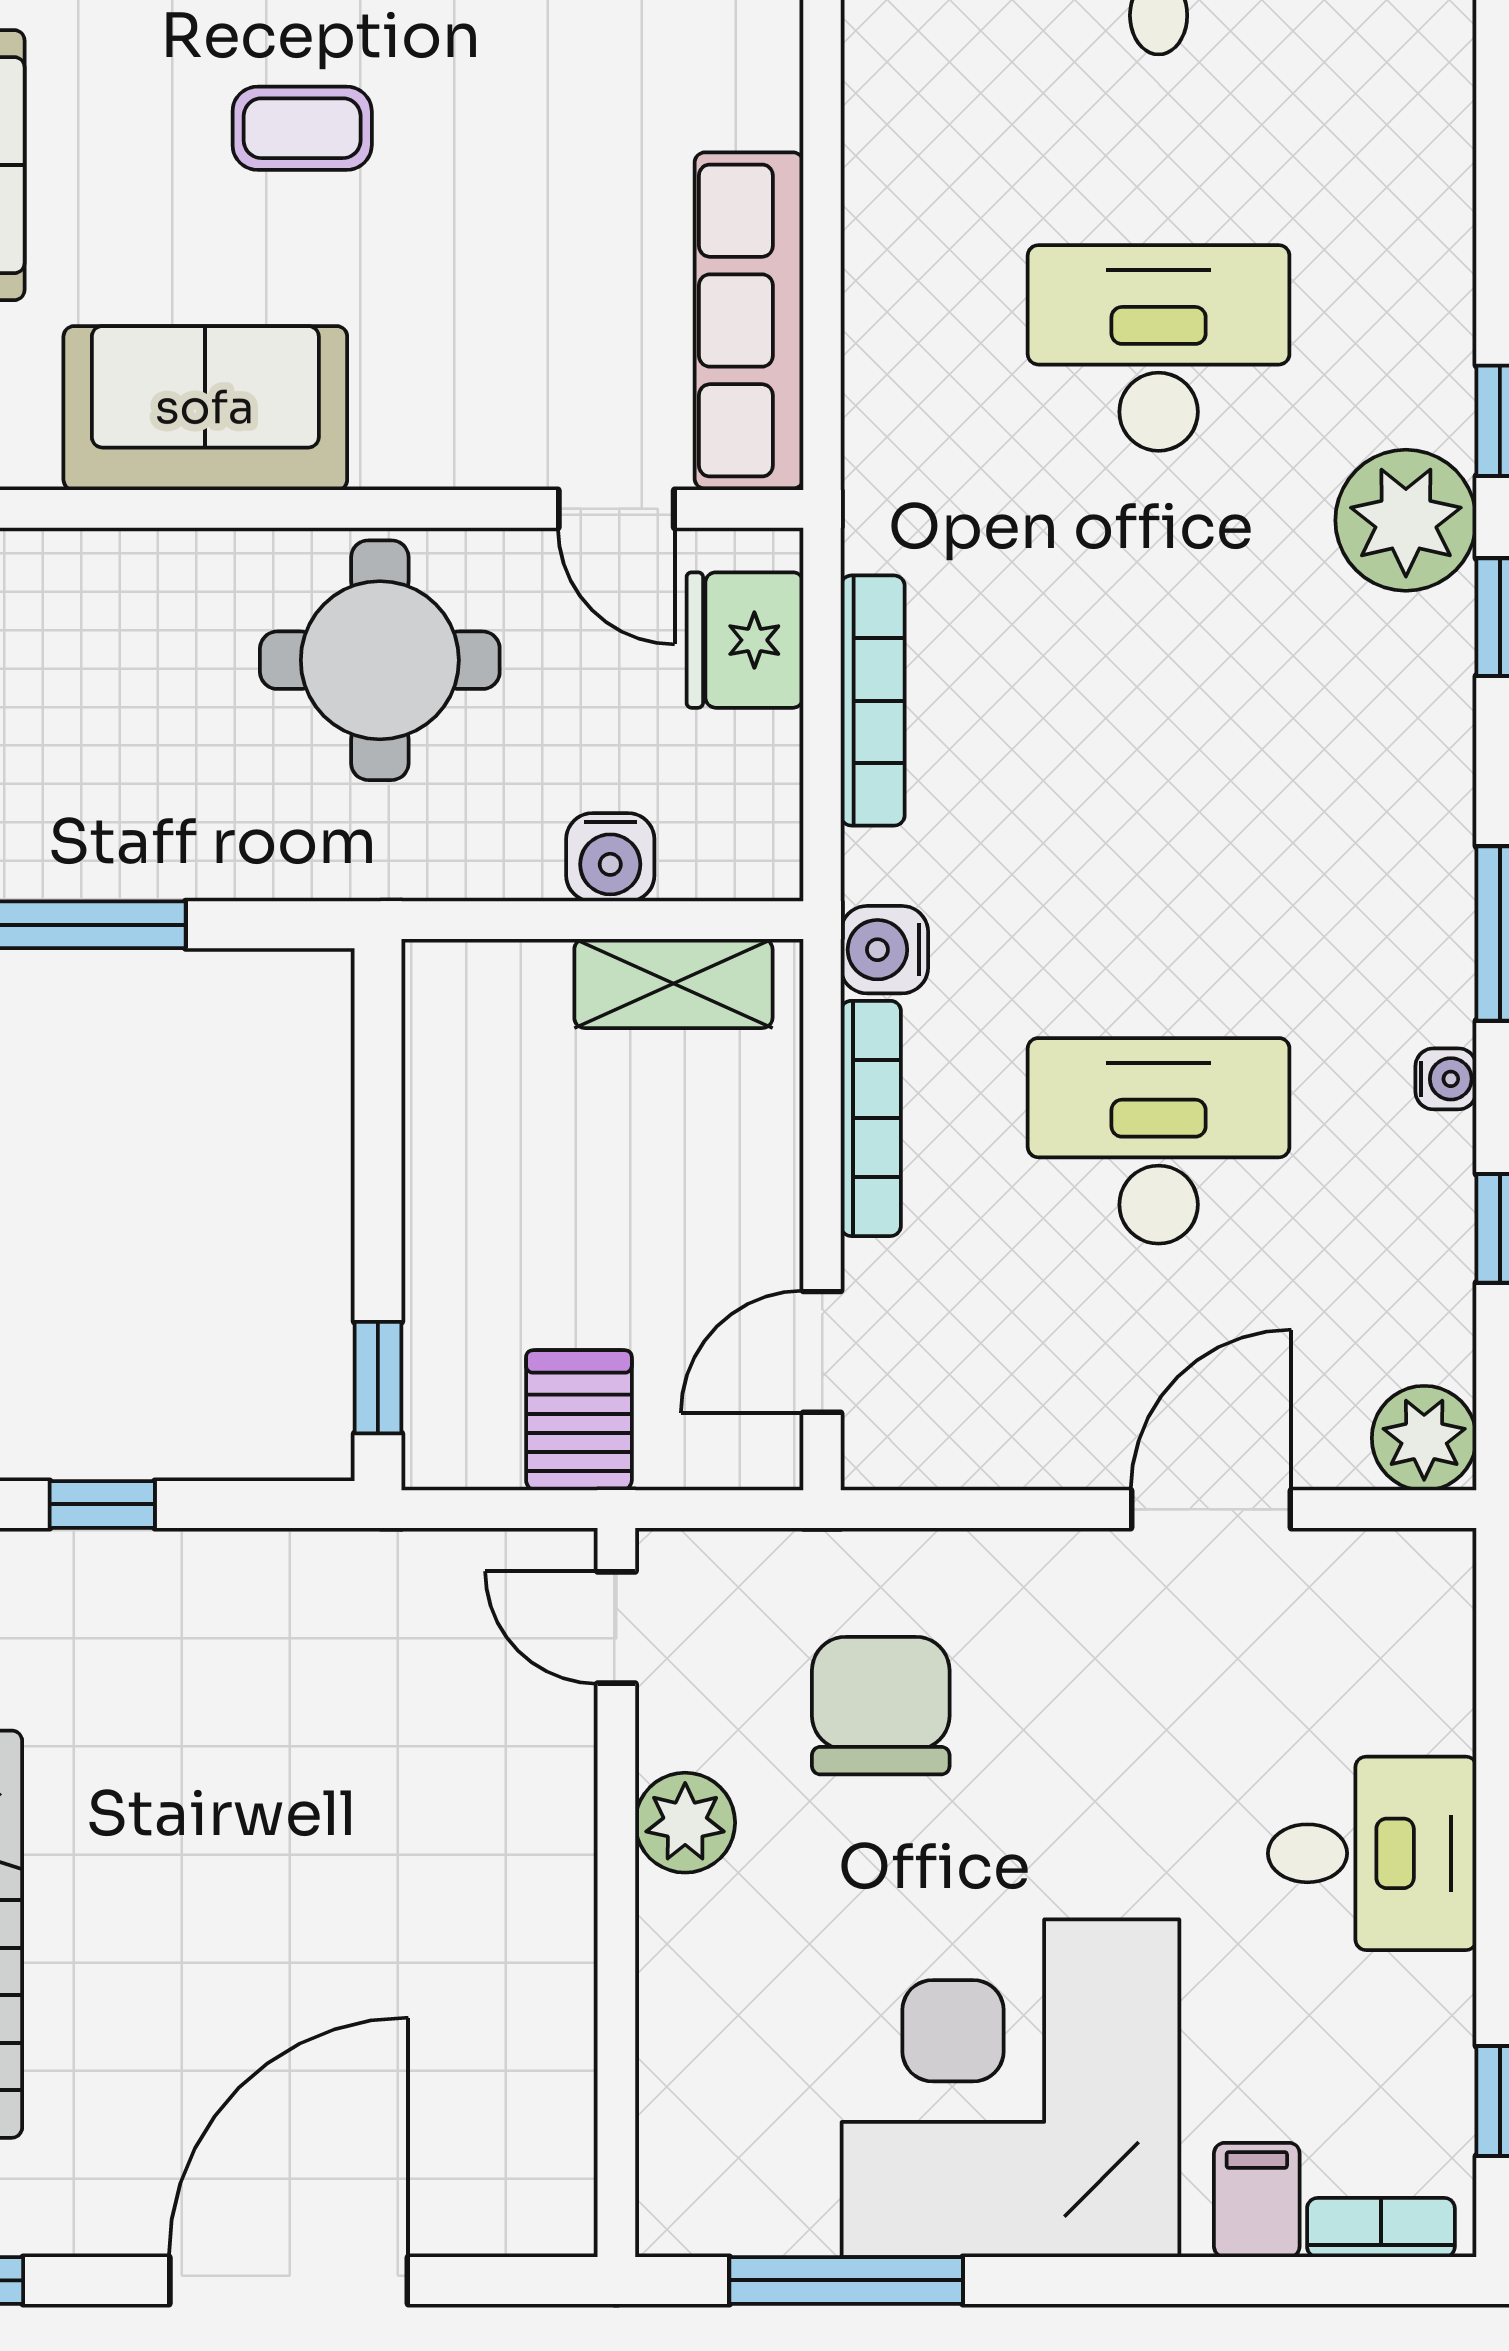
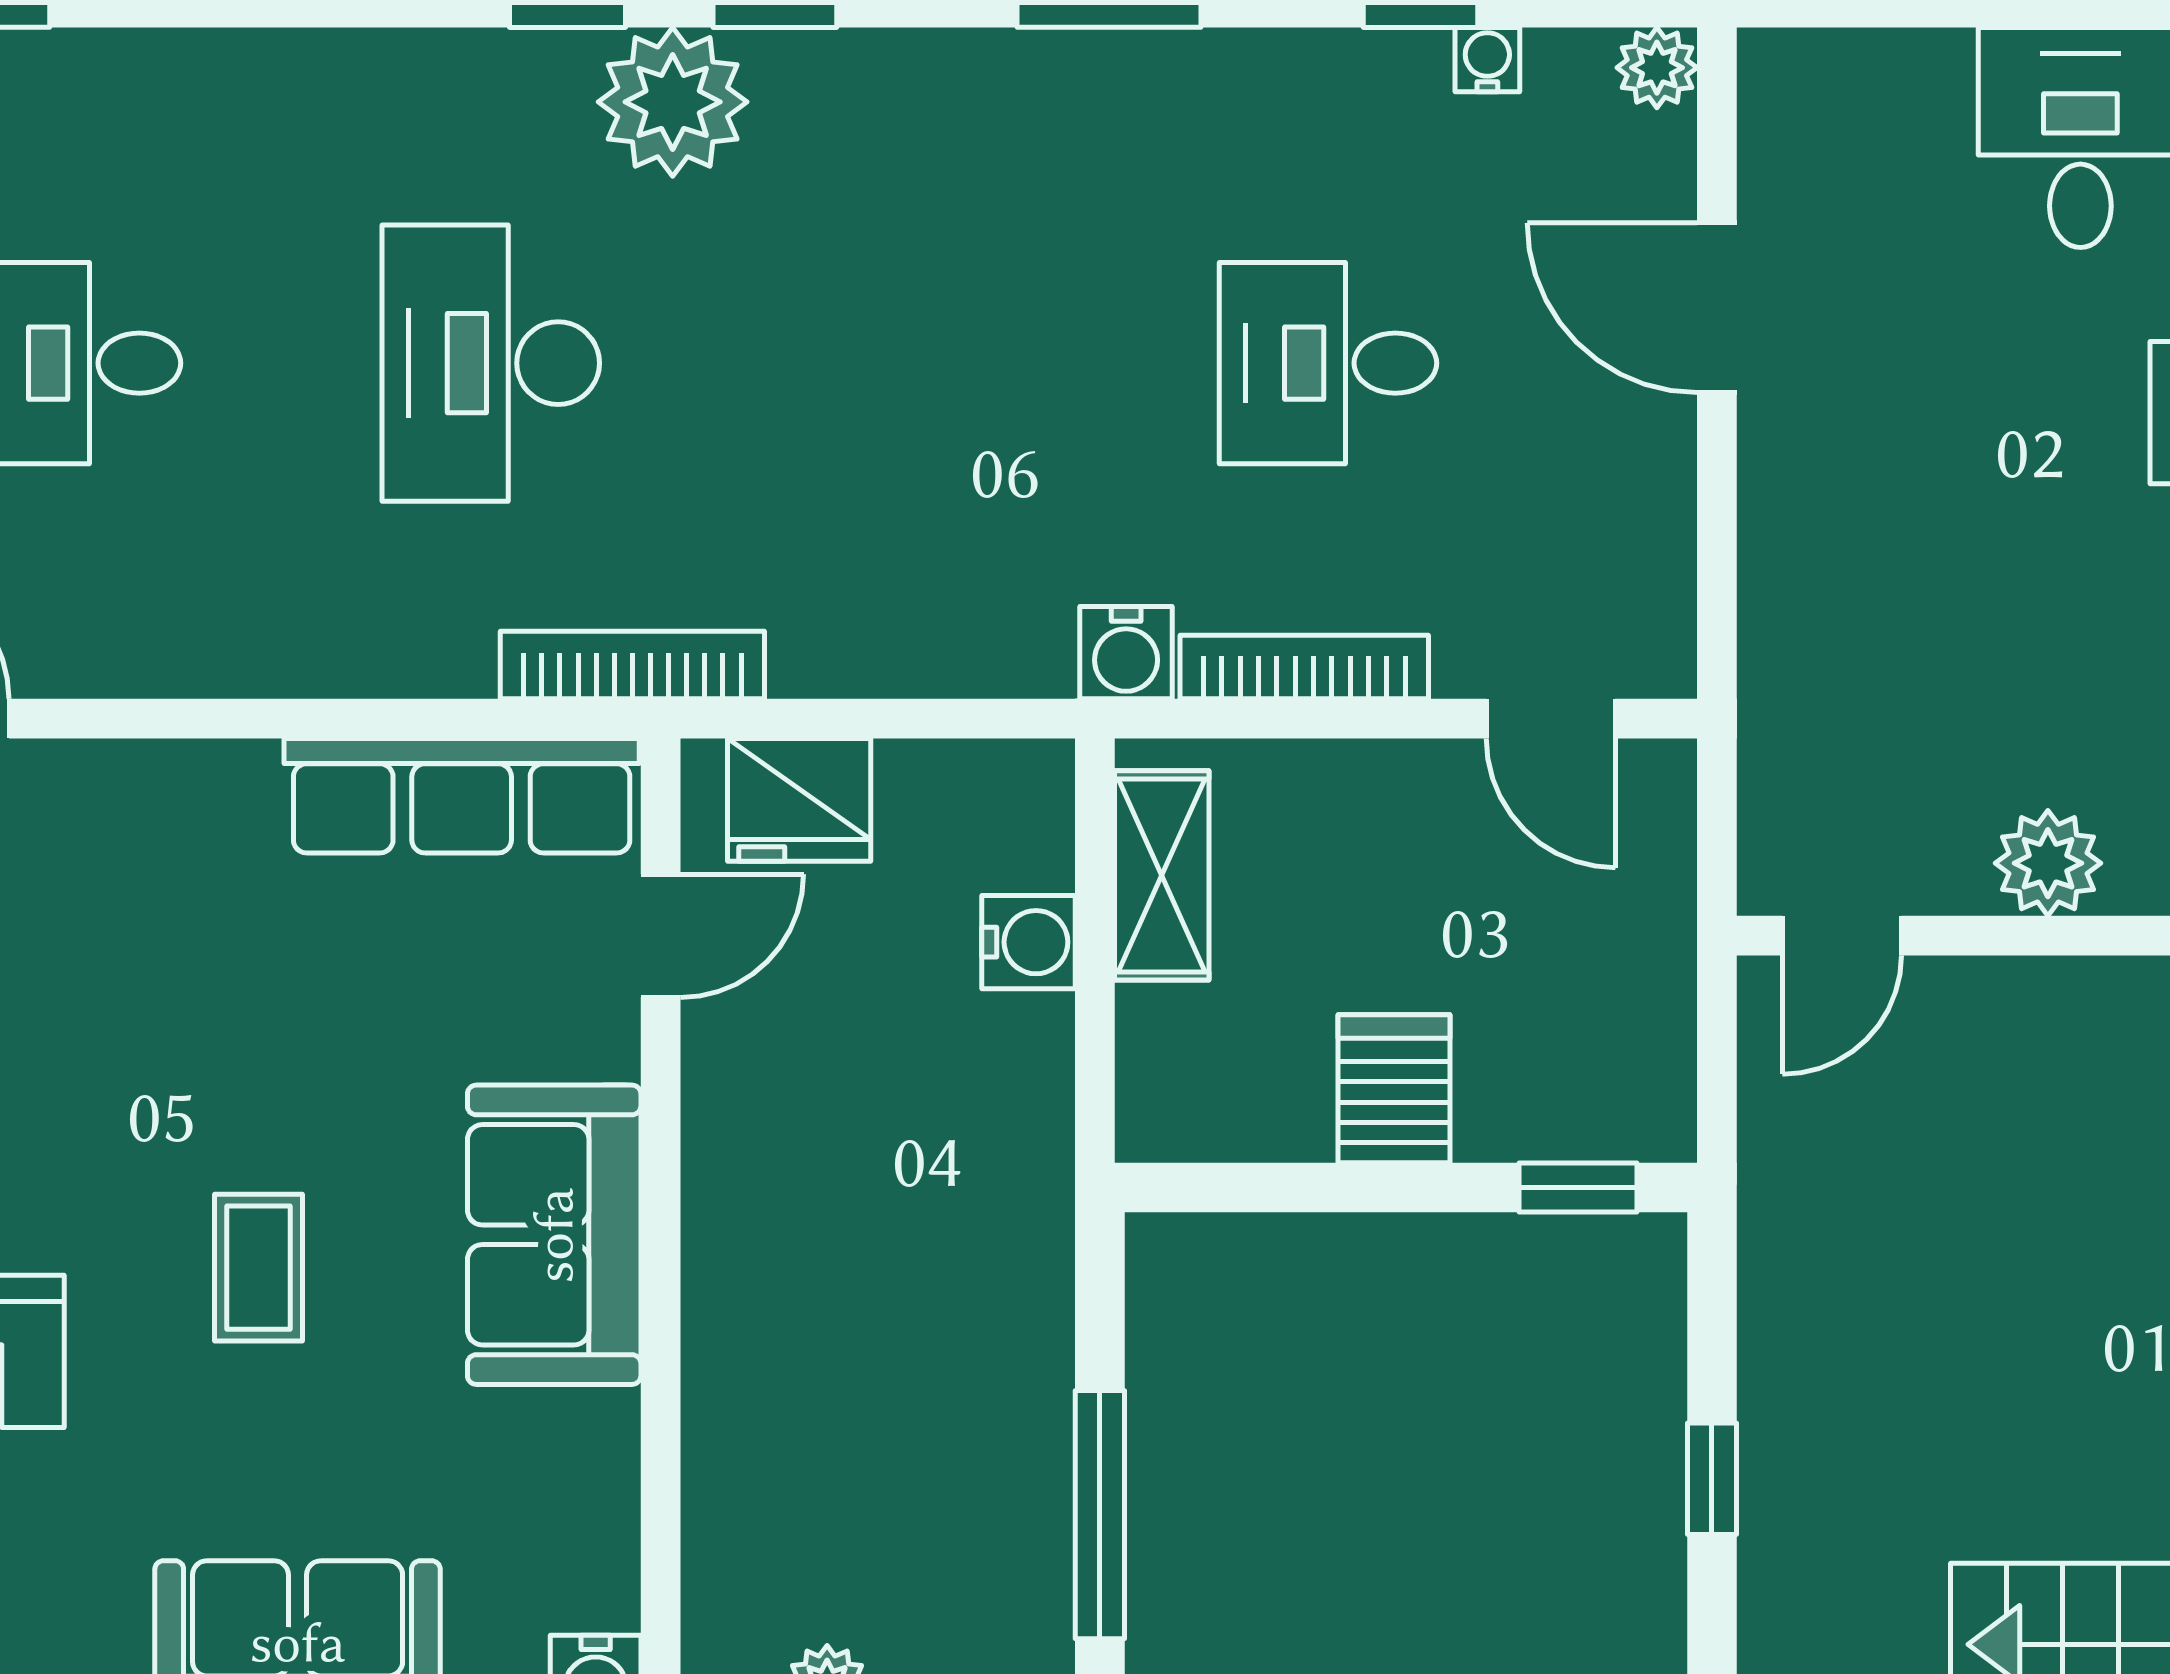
sofa: (205, 408) -> (554, 1235), moved
round table: (380, 660) -> (820, 1185), removed
bookcase: (873, 701) -> (632, 665), moved
water cooler: (1446, 1079) -> (1487, 60), moved
desk: (1159, 1141) -> (1328, 363), width x0.73
server rack: (579, 1420) -> (1394, 1089), moved, turned 90
plant: (1424, 1438) -> (1657, 68), width x0.73, depth x0.73
chair: (881, 1706) -> (1924, 656), removed

